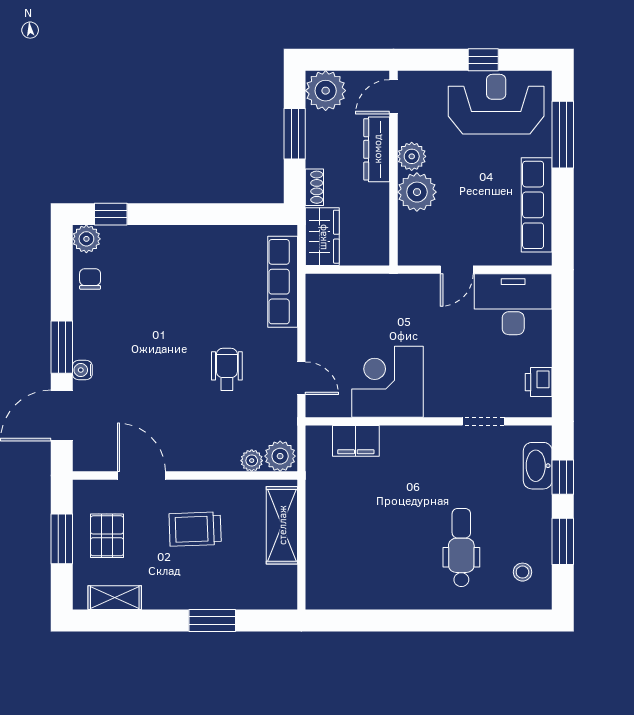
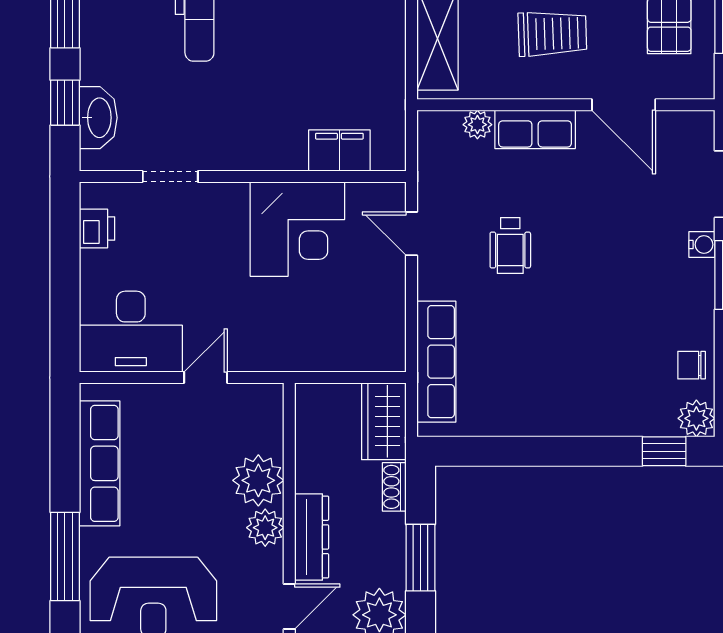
chair: (90, 279) -> (692, 365), turned 90
plant: (280, 456) -> (440, 130), removed
row of seats: (208, 457) -> (535, 129), added

